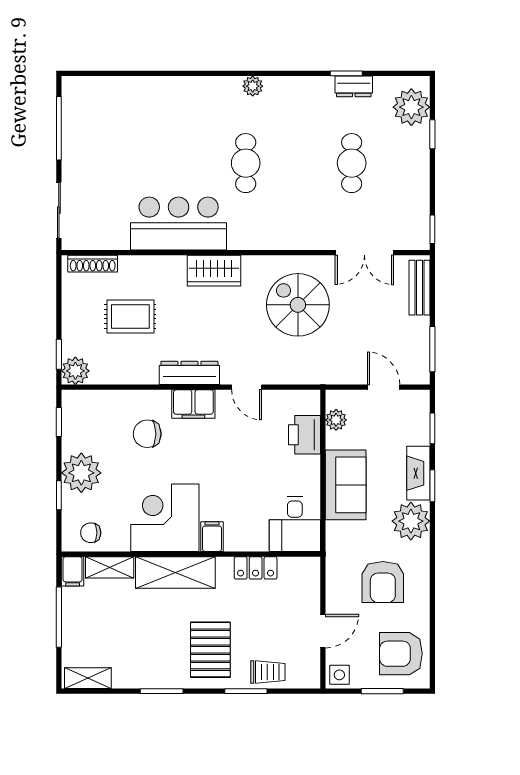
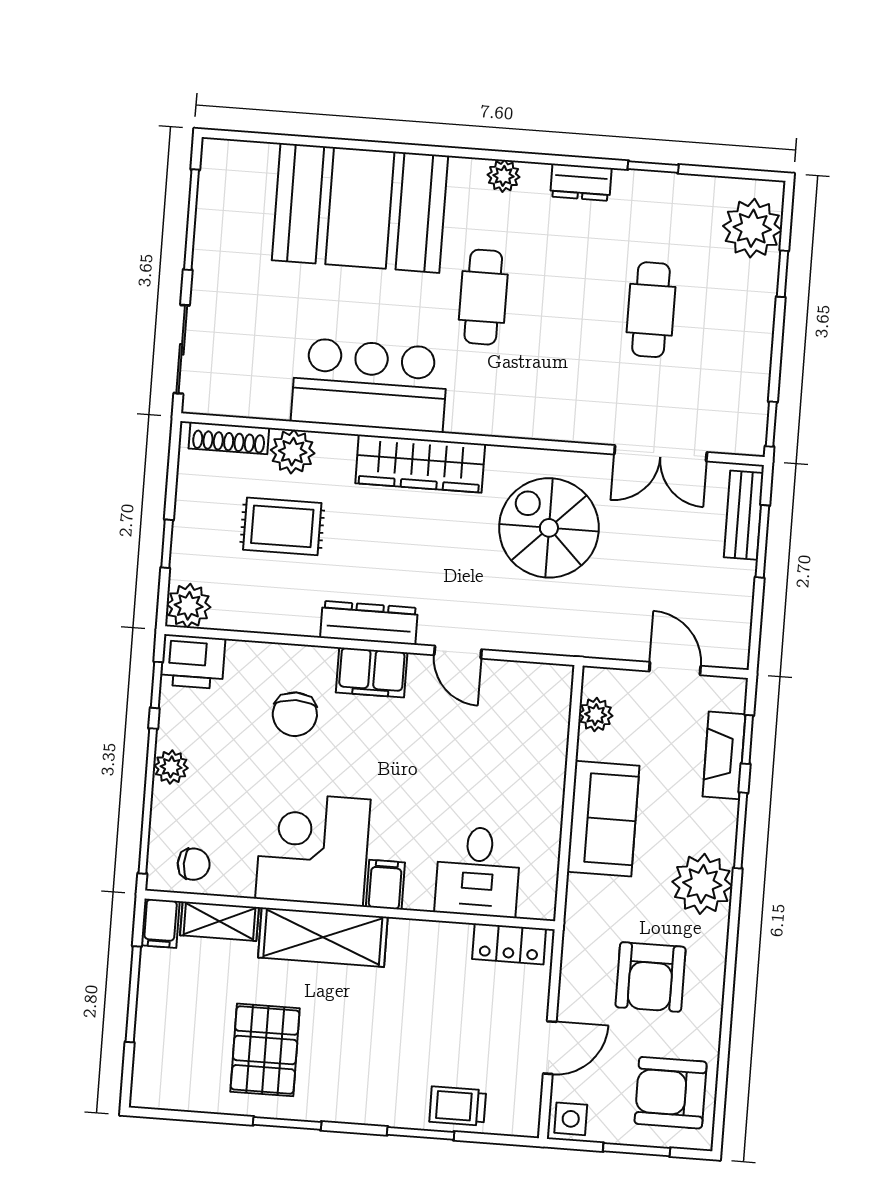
dresser: (354, 86) -> (581, 182), moved
booth: (164, 113) -> (360, 208), added
plant: (133, 269) -> (293, 452), added
wardrobe: (214, 271) -> (420, 464), width x1.50
window: (432, 349) -> (762, 541), moved
window: (59, 354) -> (167, 544), moved
chair: (147, 434) -> (295, 714), turned -90
printer: (304, 435) -> (193, 662), moved, turned -90
plant: (81, 473) -> (171, 767), width x0.53, depth x0.53
fireplace: (418, 473) -> (724, 755), moved
window: (432, 486) -> (741, 830), width x1.50
window: (59, 495) -> (148, 801), width x3.17
desk: (295, 524) -> (478, 872), moved
chair: (91, 533) -> (194, 864), turned 180
locker: (256, 568) -> (509, 944), moved
pallet: (210, 650) -> (265, 1050), moved
trolley: (268, 672) -> (458, 1106), turned 180
shelving: (88, 678) -> (172, 1094), removed

